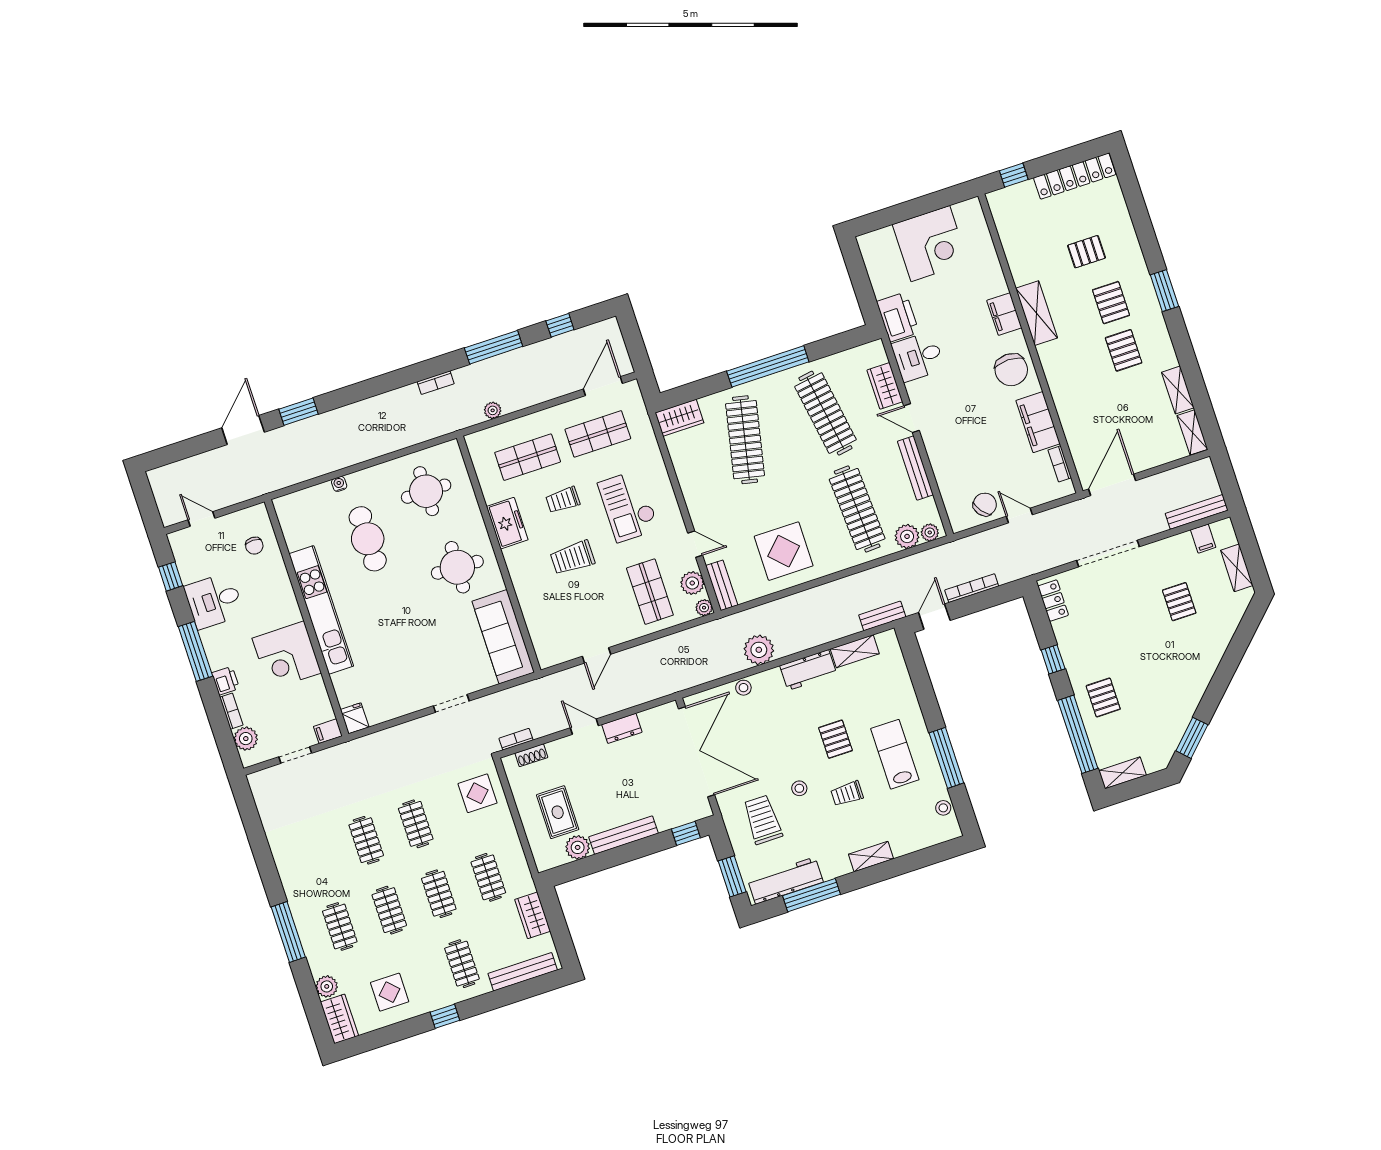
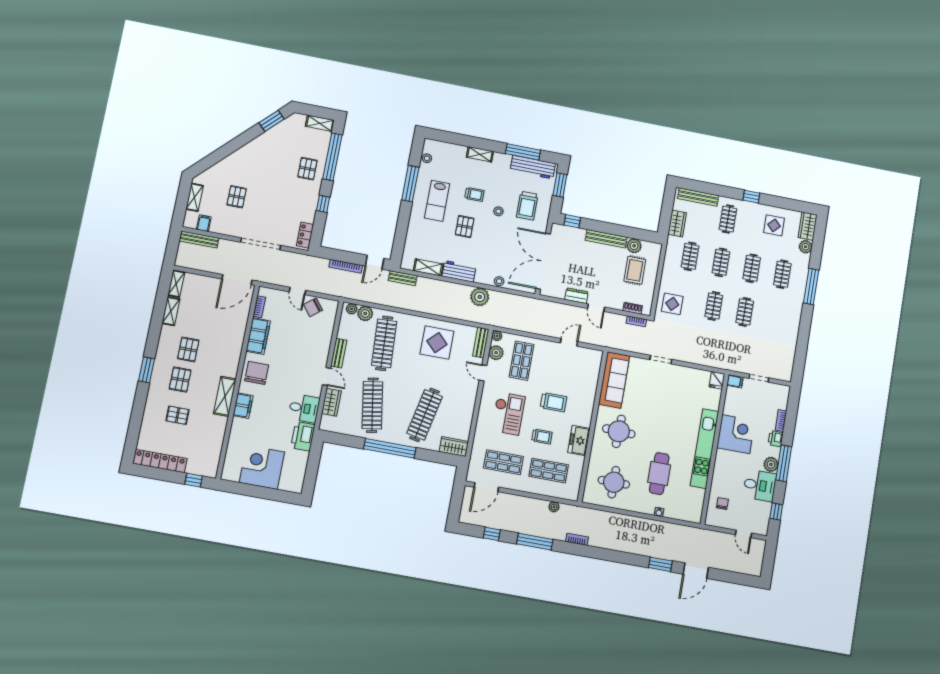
bench: (915, 468) -> (339, 353), width x0.73
plant: (246, 739) -> (771, 464), moved

